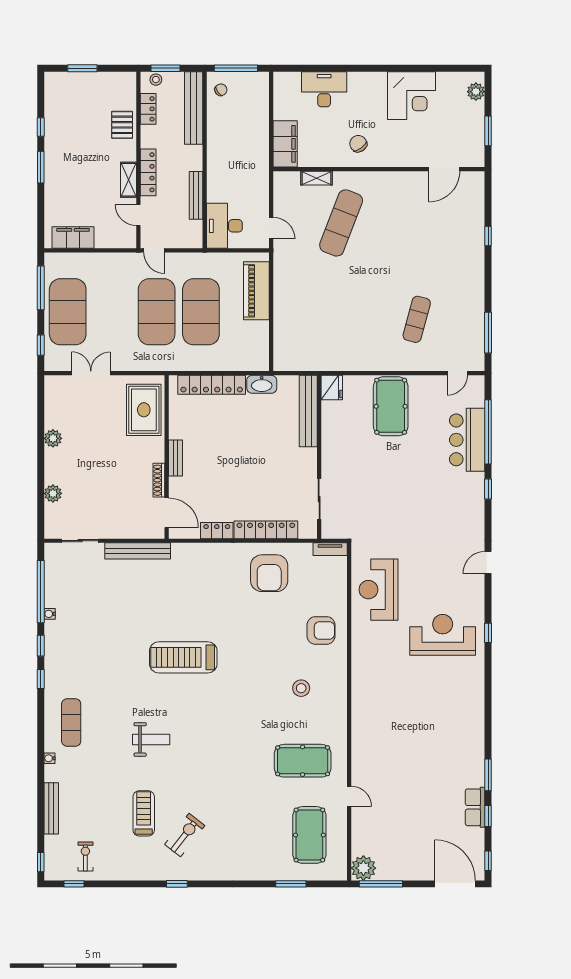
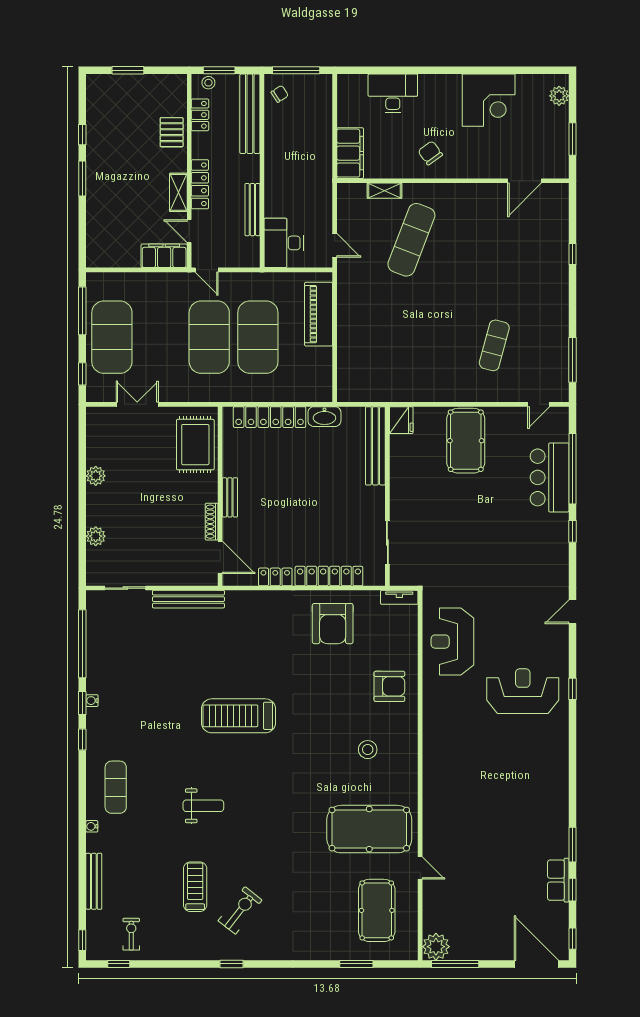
filing cabinet: (73, 238) -> (164, 256), moved
water cooler: (50, 614) -> (92, 701), moved
pool table: (303, 761) -> (369, 829), width x1.36, depth x1.32

